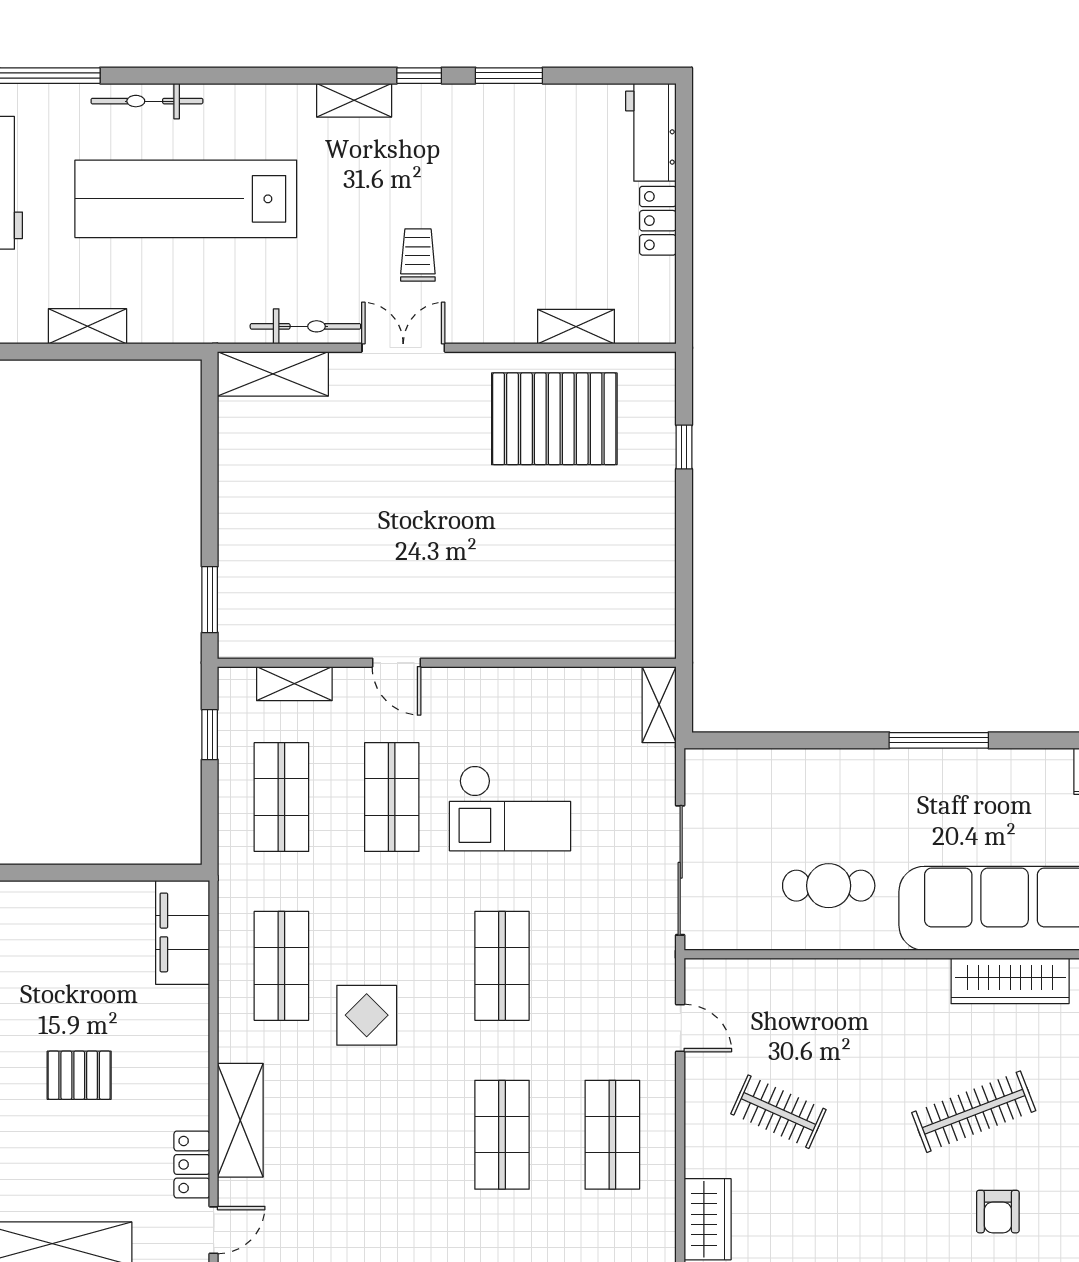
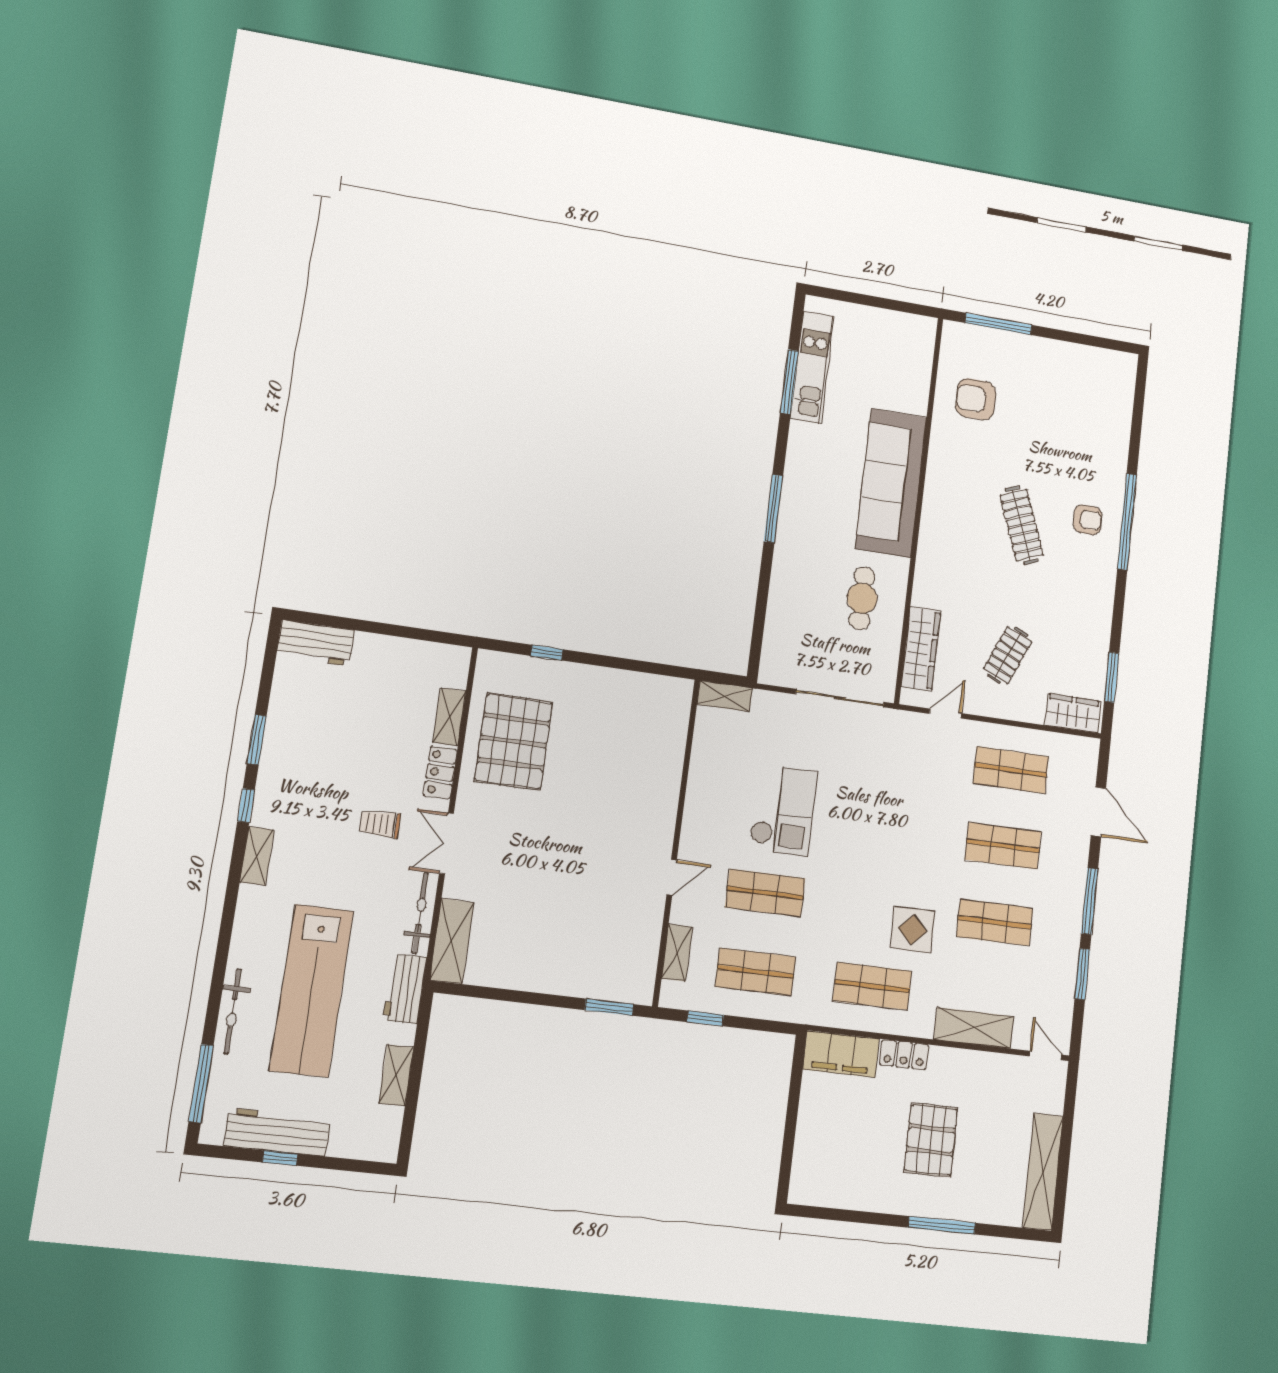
locker: (658, 221) -> (440, 773), moved, turned 90
workbench: (203, 321) -> (405, 989), added
shop shelf: (502, 966) -> (995, 922), moved
wardrobe: (1010, 981) -> (921, 649), moved
pallet: (79, 1075) -> (931, 1140), width x1.50, depth x1.42
locker: (192, 1164) -> (904, 1055), moved

